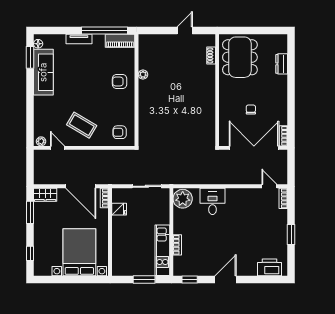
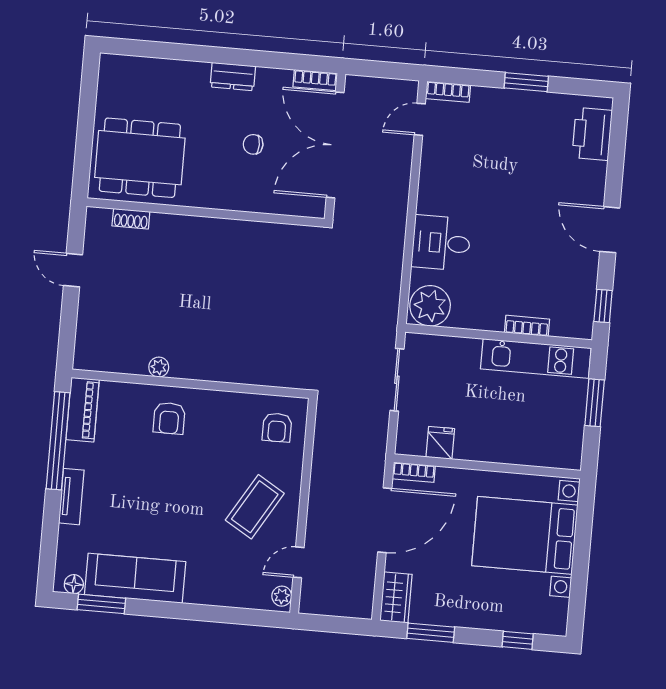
dresser: (282, 64) -> (233, 77), moved

